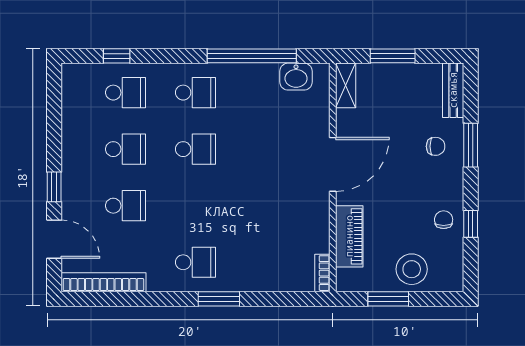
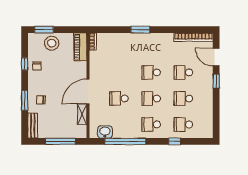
window: (117, 56) -> (175, 141), moved
window: (393, 56) -> (60, 141), width x1.44
shelving: (346, 85) -> (82, 114), moved
school desk: (265, 149) -> (119, 98), added
piano: (349, 236) -> (80, 47), moved
school desk: (195, 262) -> (151, 72), moved
window: (388, 299) -> (44, 30), moved

